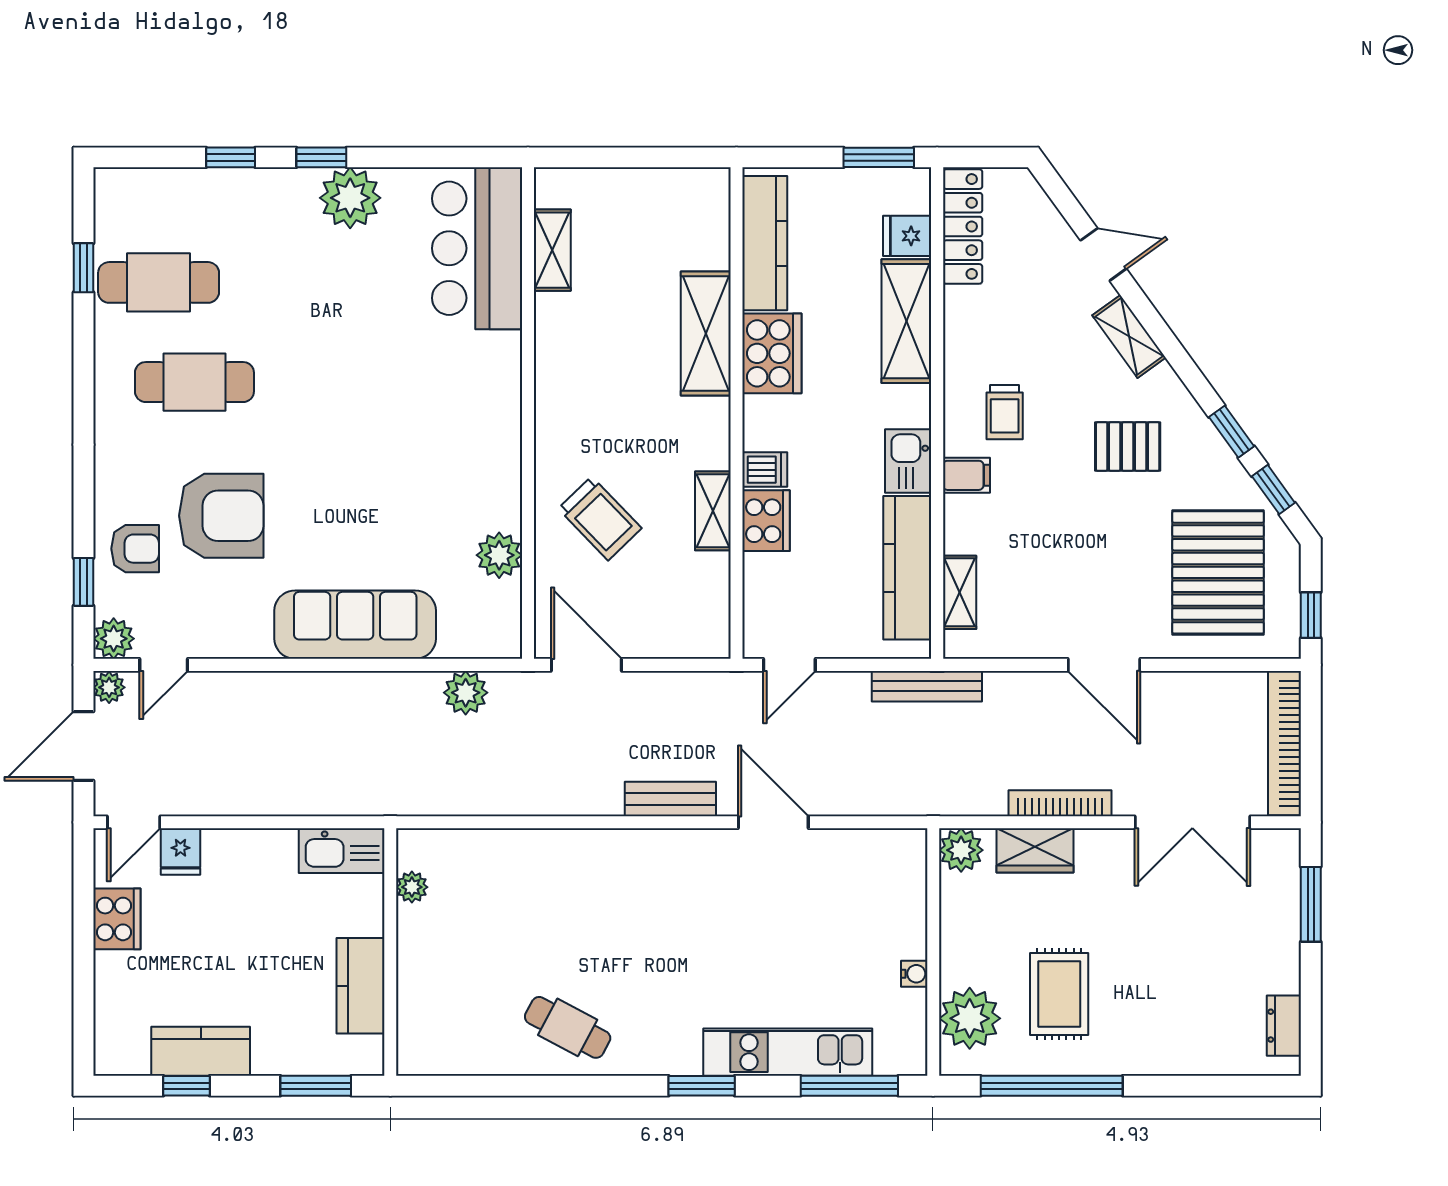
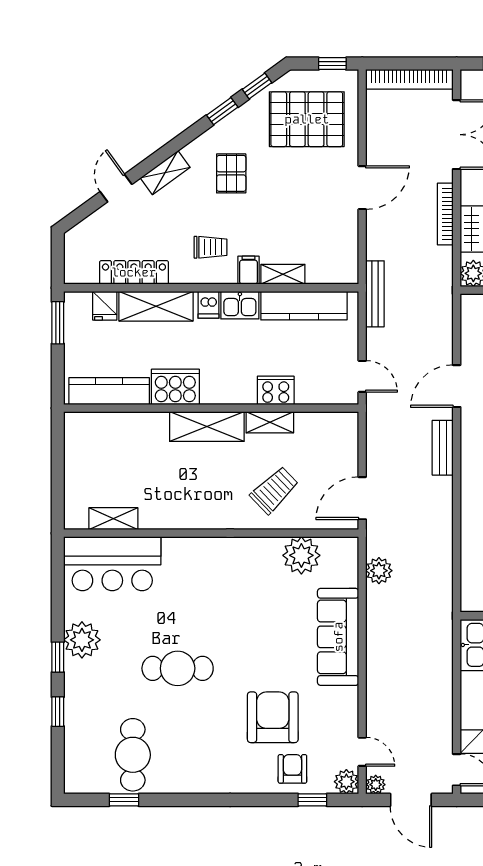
locker: (963, 226) -> (134, 272), moved
shelving: (706, 334) -> (207, 427), moved
cafe table: (194, 382) -> (178, 668), moved, turned 90
dishwasher: (765, 470) -> (208, 305), moved, turned 180
plant: (499, 555) -> (301, 555), width x1.36, depth x1.36
shelving: (960, 592) -> (283, 274), moved

